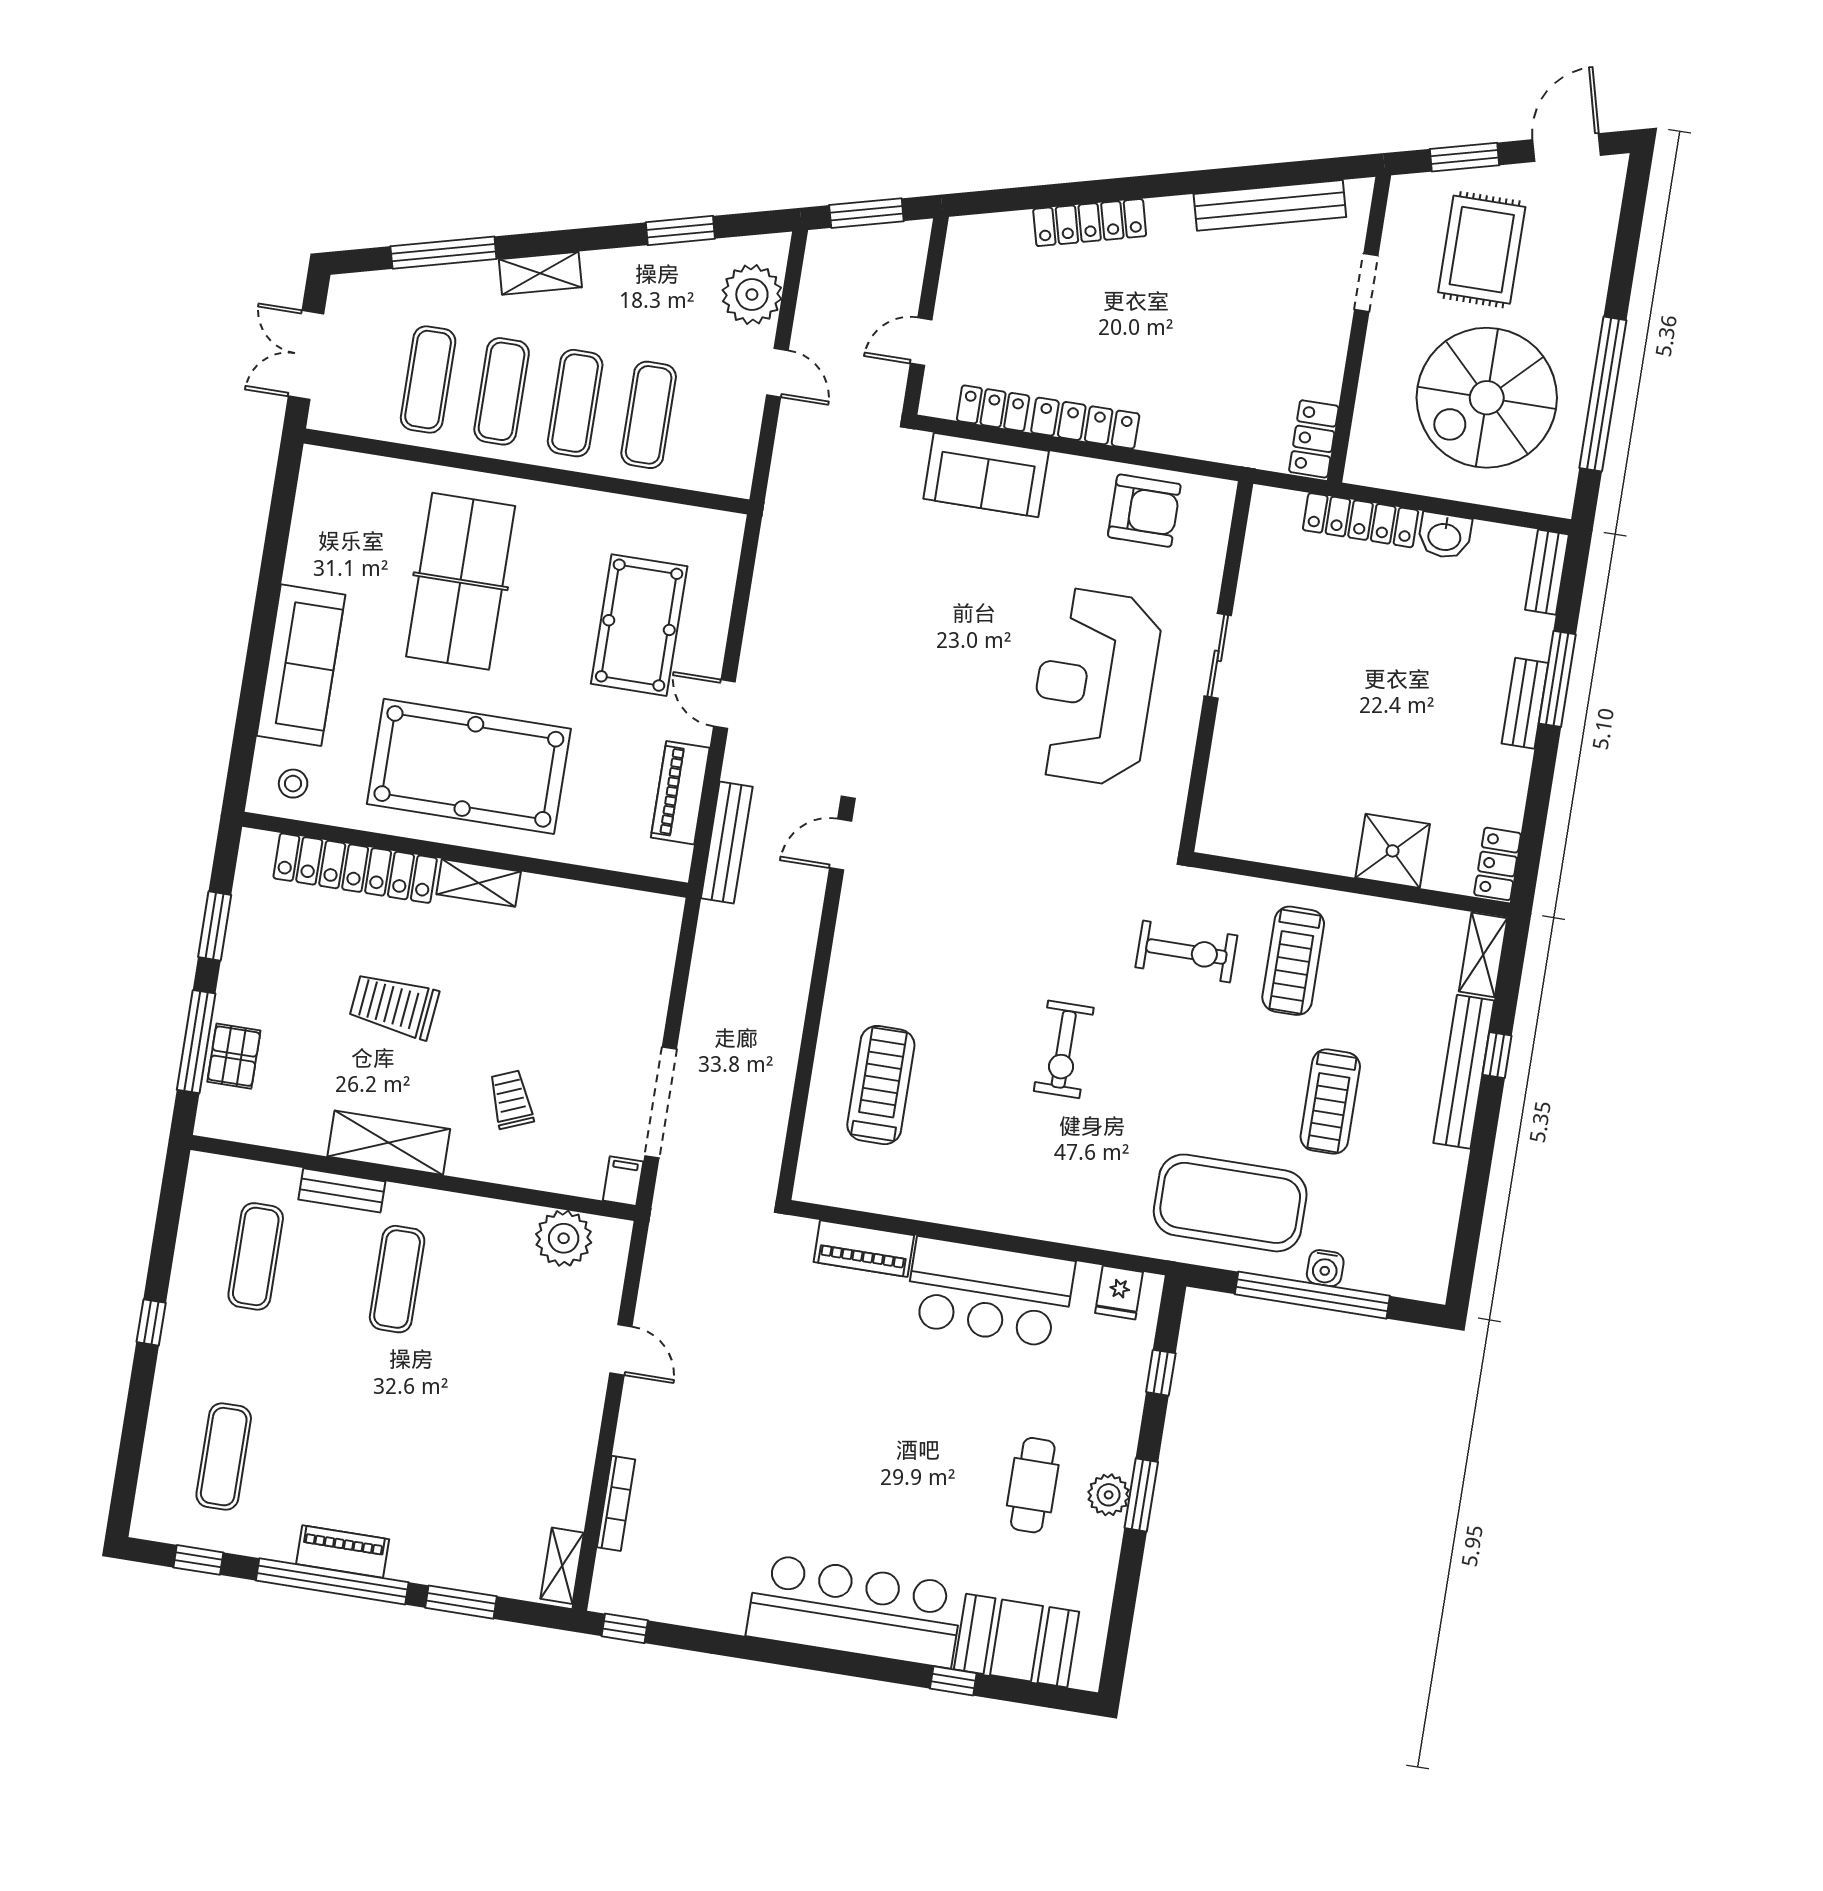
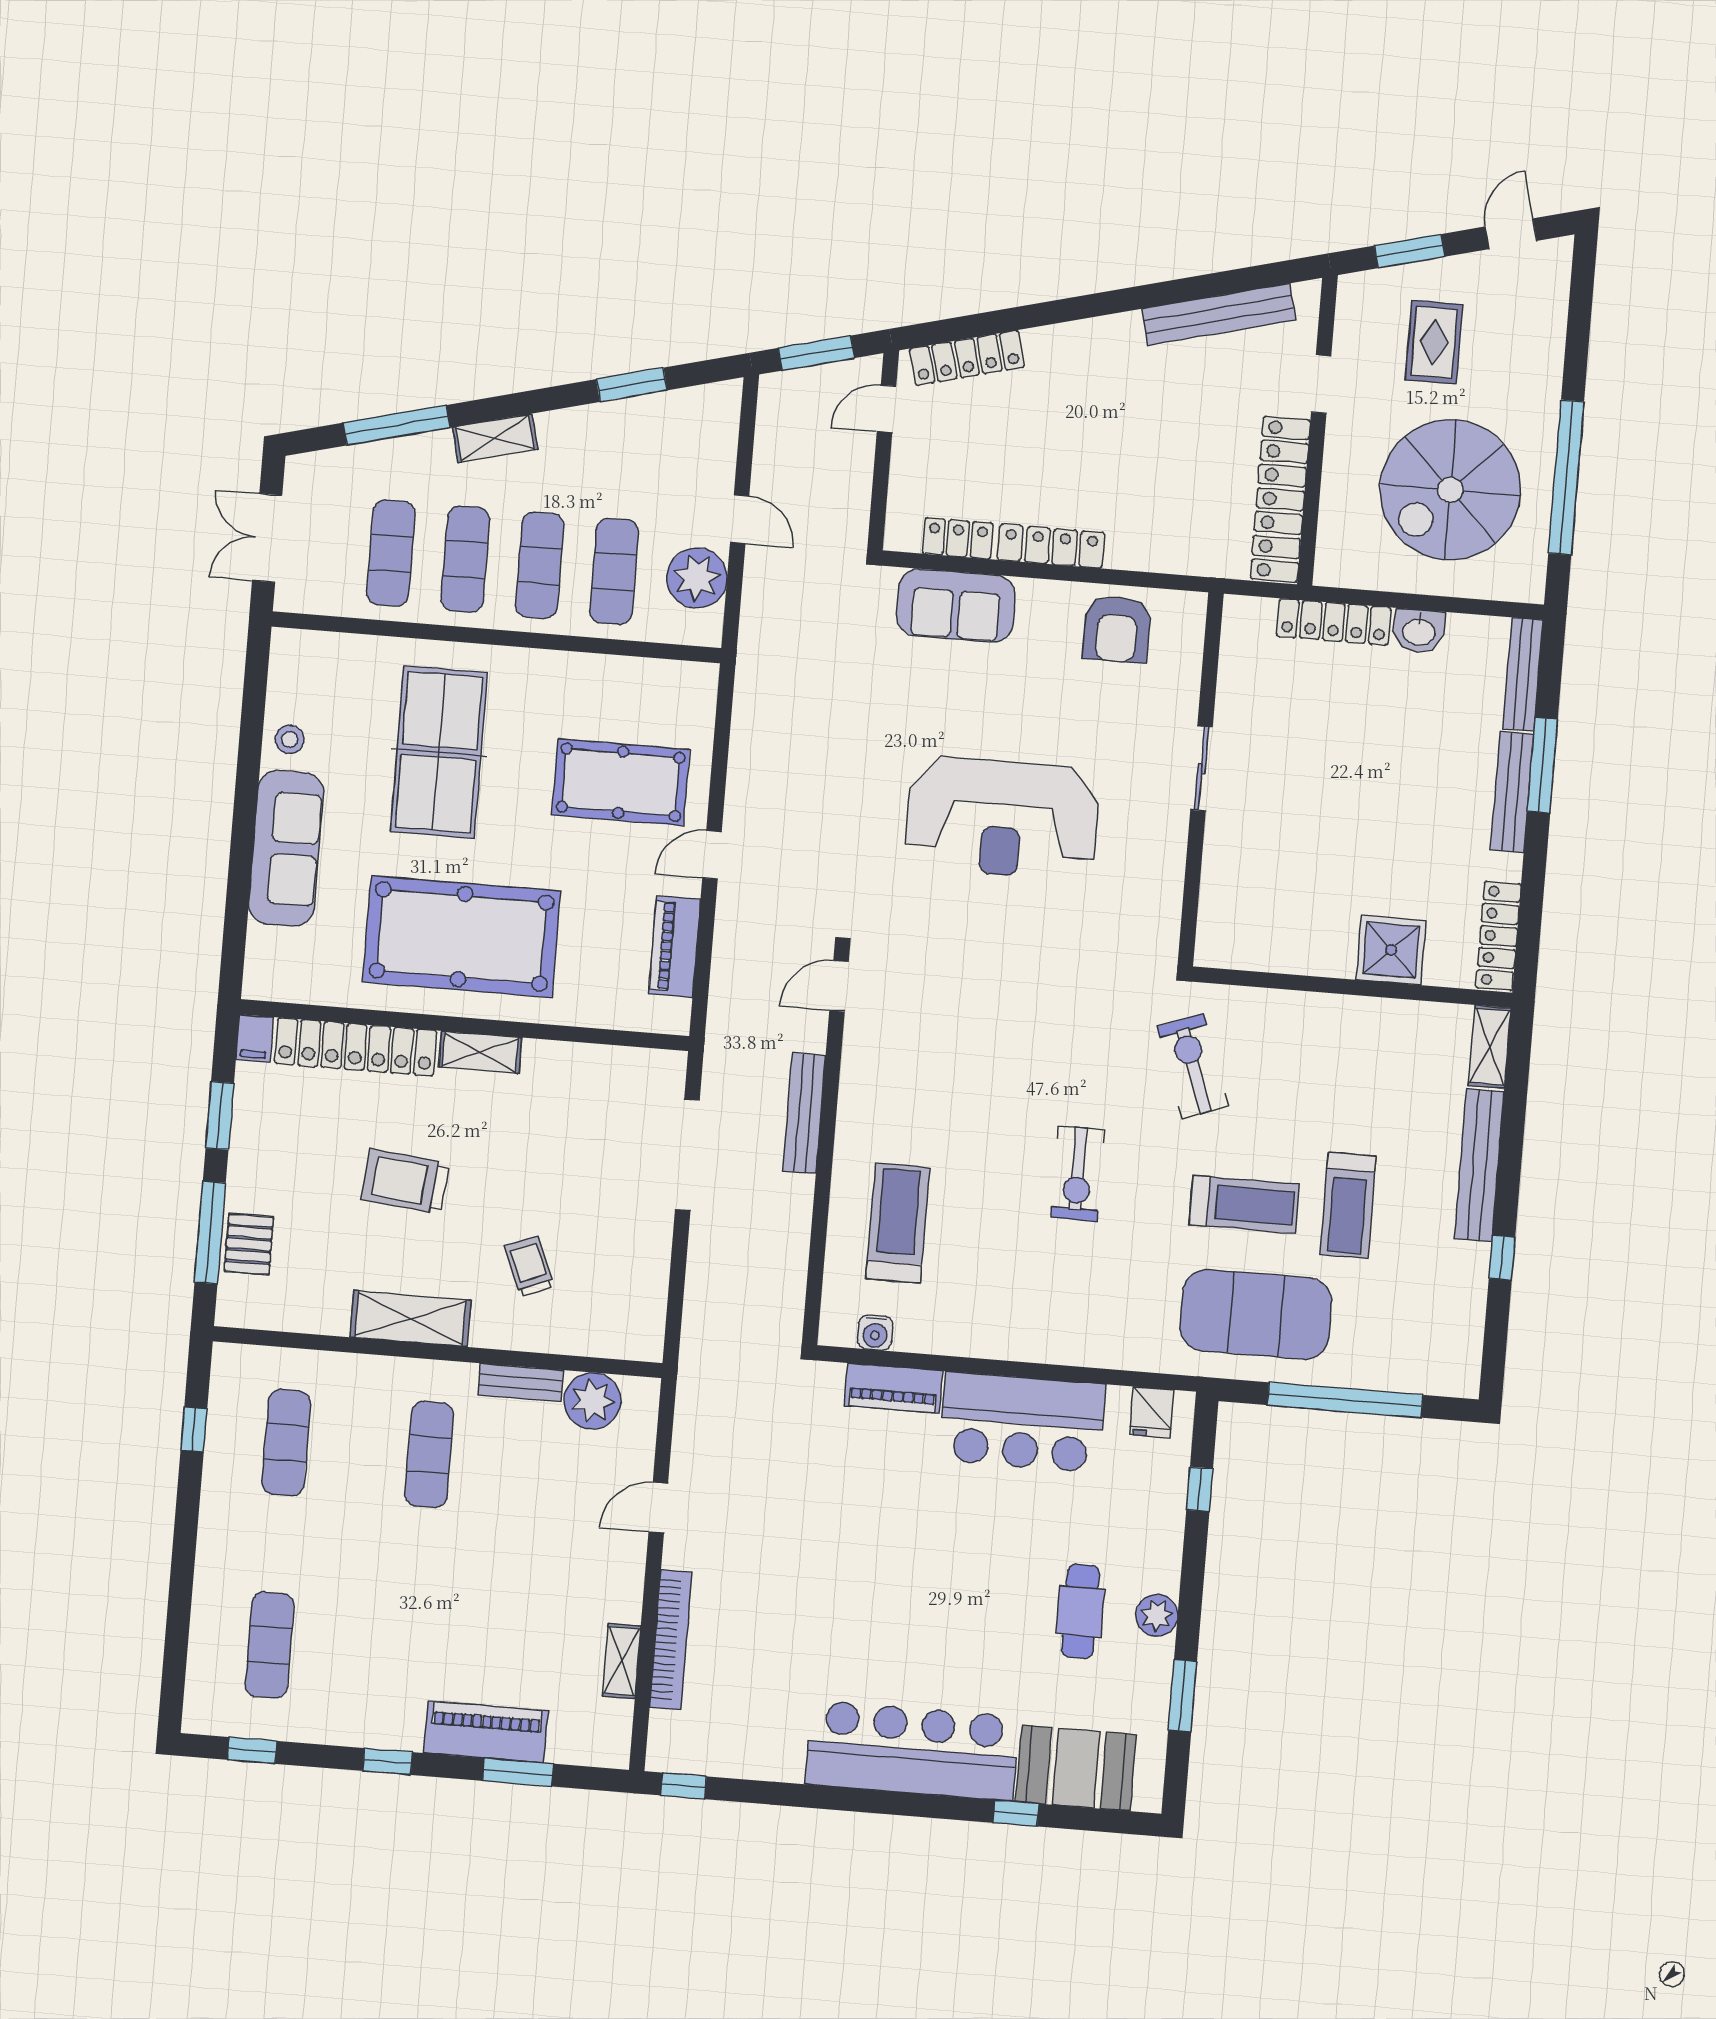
door: (1567, 148) -> (1511, 234), width x0.73
locker: (1090, 223) -> (967, 358), moved
rug: (1482, 250) -> (1434, 342), width x0.73, depth x0.70
plant: (752, 295) -> (697, 578), moved
door: (921, 342) -> (887, 409), moved
locker: (1314, 439) -> (1280, 499), width x2.16, depth x1.21
armchair: (1144, 511) -> (1117, 629), turned 90
bench: (1547, 572) -> (1523, 674), width x1.36
pool table: (639, 625) -> (621, 782), turned 90
reception desk: (1094, 687) -> (1002, 818), moved, turned -90
bench: (1525, 703) -> (1512, 792), width x1.36
door: (724, 704) -> (712, 855), hinge flipped
stool: (293, 784) -> (290, 739), moved
bench: (727, 842) -> (804, 1113), moved
locker: (1497, 864) -> (1499, 936), width x1.53
exercise bike: (1186, 951) -> (1193, 1066), turned -110
treadmill: (1293, 961) -> (1244, 1204), moved, turned -90
window: (1497, 1055) -> (1502, 1258), moved
doorway: (661, 1102) -> (687, 1155), moved
filing cabinet: (623, 1181) -> (255, 1038), moved, turned 180
bench: (342, 1190) -> (521, 1383), moved
water cooler: (1325, 1268) -> (875, 1333), moved
window: (151, 1322) -> (194, 1430), moved
door: (621, 1350) -> (658, 1508), swing flipped
window: (1141, 1495) -> (1183, 1696), moved
bookcase: (616, 1503) -> (671, 1640), width x1.48, depth x1.31
piano: (343, 1552) -> (486, 1732), moved, width x1.37, depth x1.33
shelving: (562, 1566) -> (622, 1661), moved
window: (332, 1581) -> (388, 1762), width x0.32

